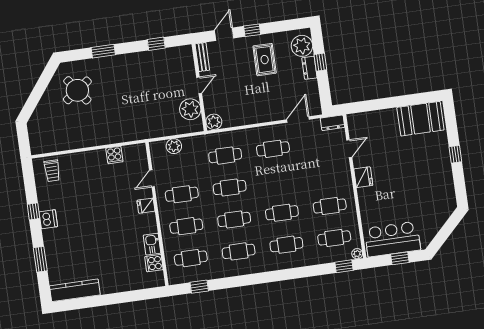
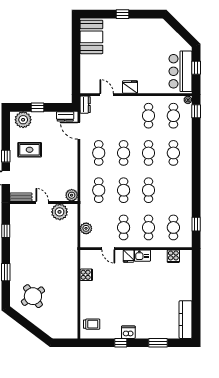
dresser: (309, 68) -> (65, 116), moved
kitchen sink: (152, 244) -> (143, 256), moved
cafe table: (239, 251) -> (124, 153), moved

